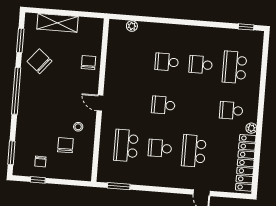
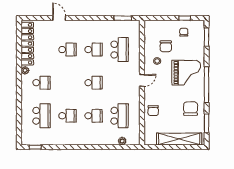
shelving: (58, 23) -> (179, 139), width x1.47
school desk: (133, 59) -> (120, 116), added
chair: (40, 61) -> (191, 109), turned -130
door: (100, 103) -> (142, 80), hinge flipped
grand piano: (41, 109) -> (186, 73), added
school desk: (194, 151) -> (67, 50), width x0.54

